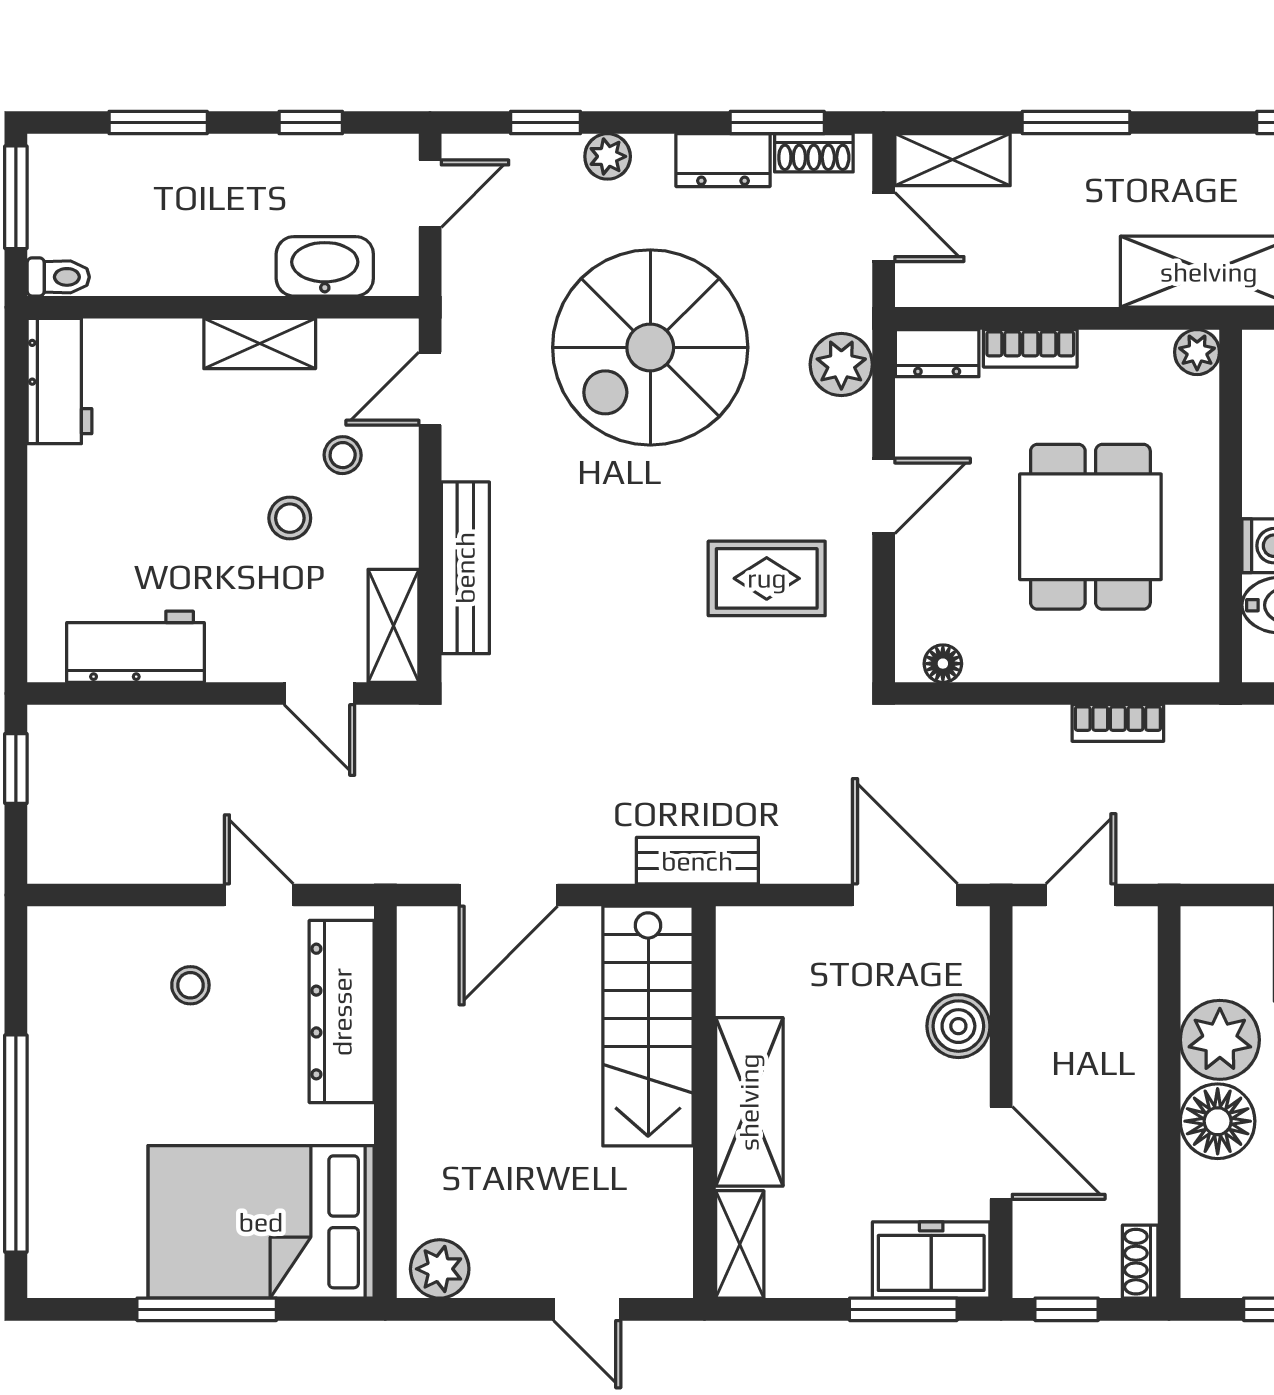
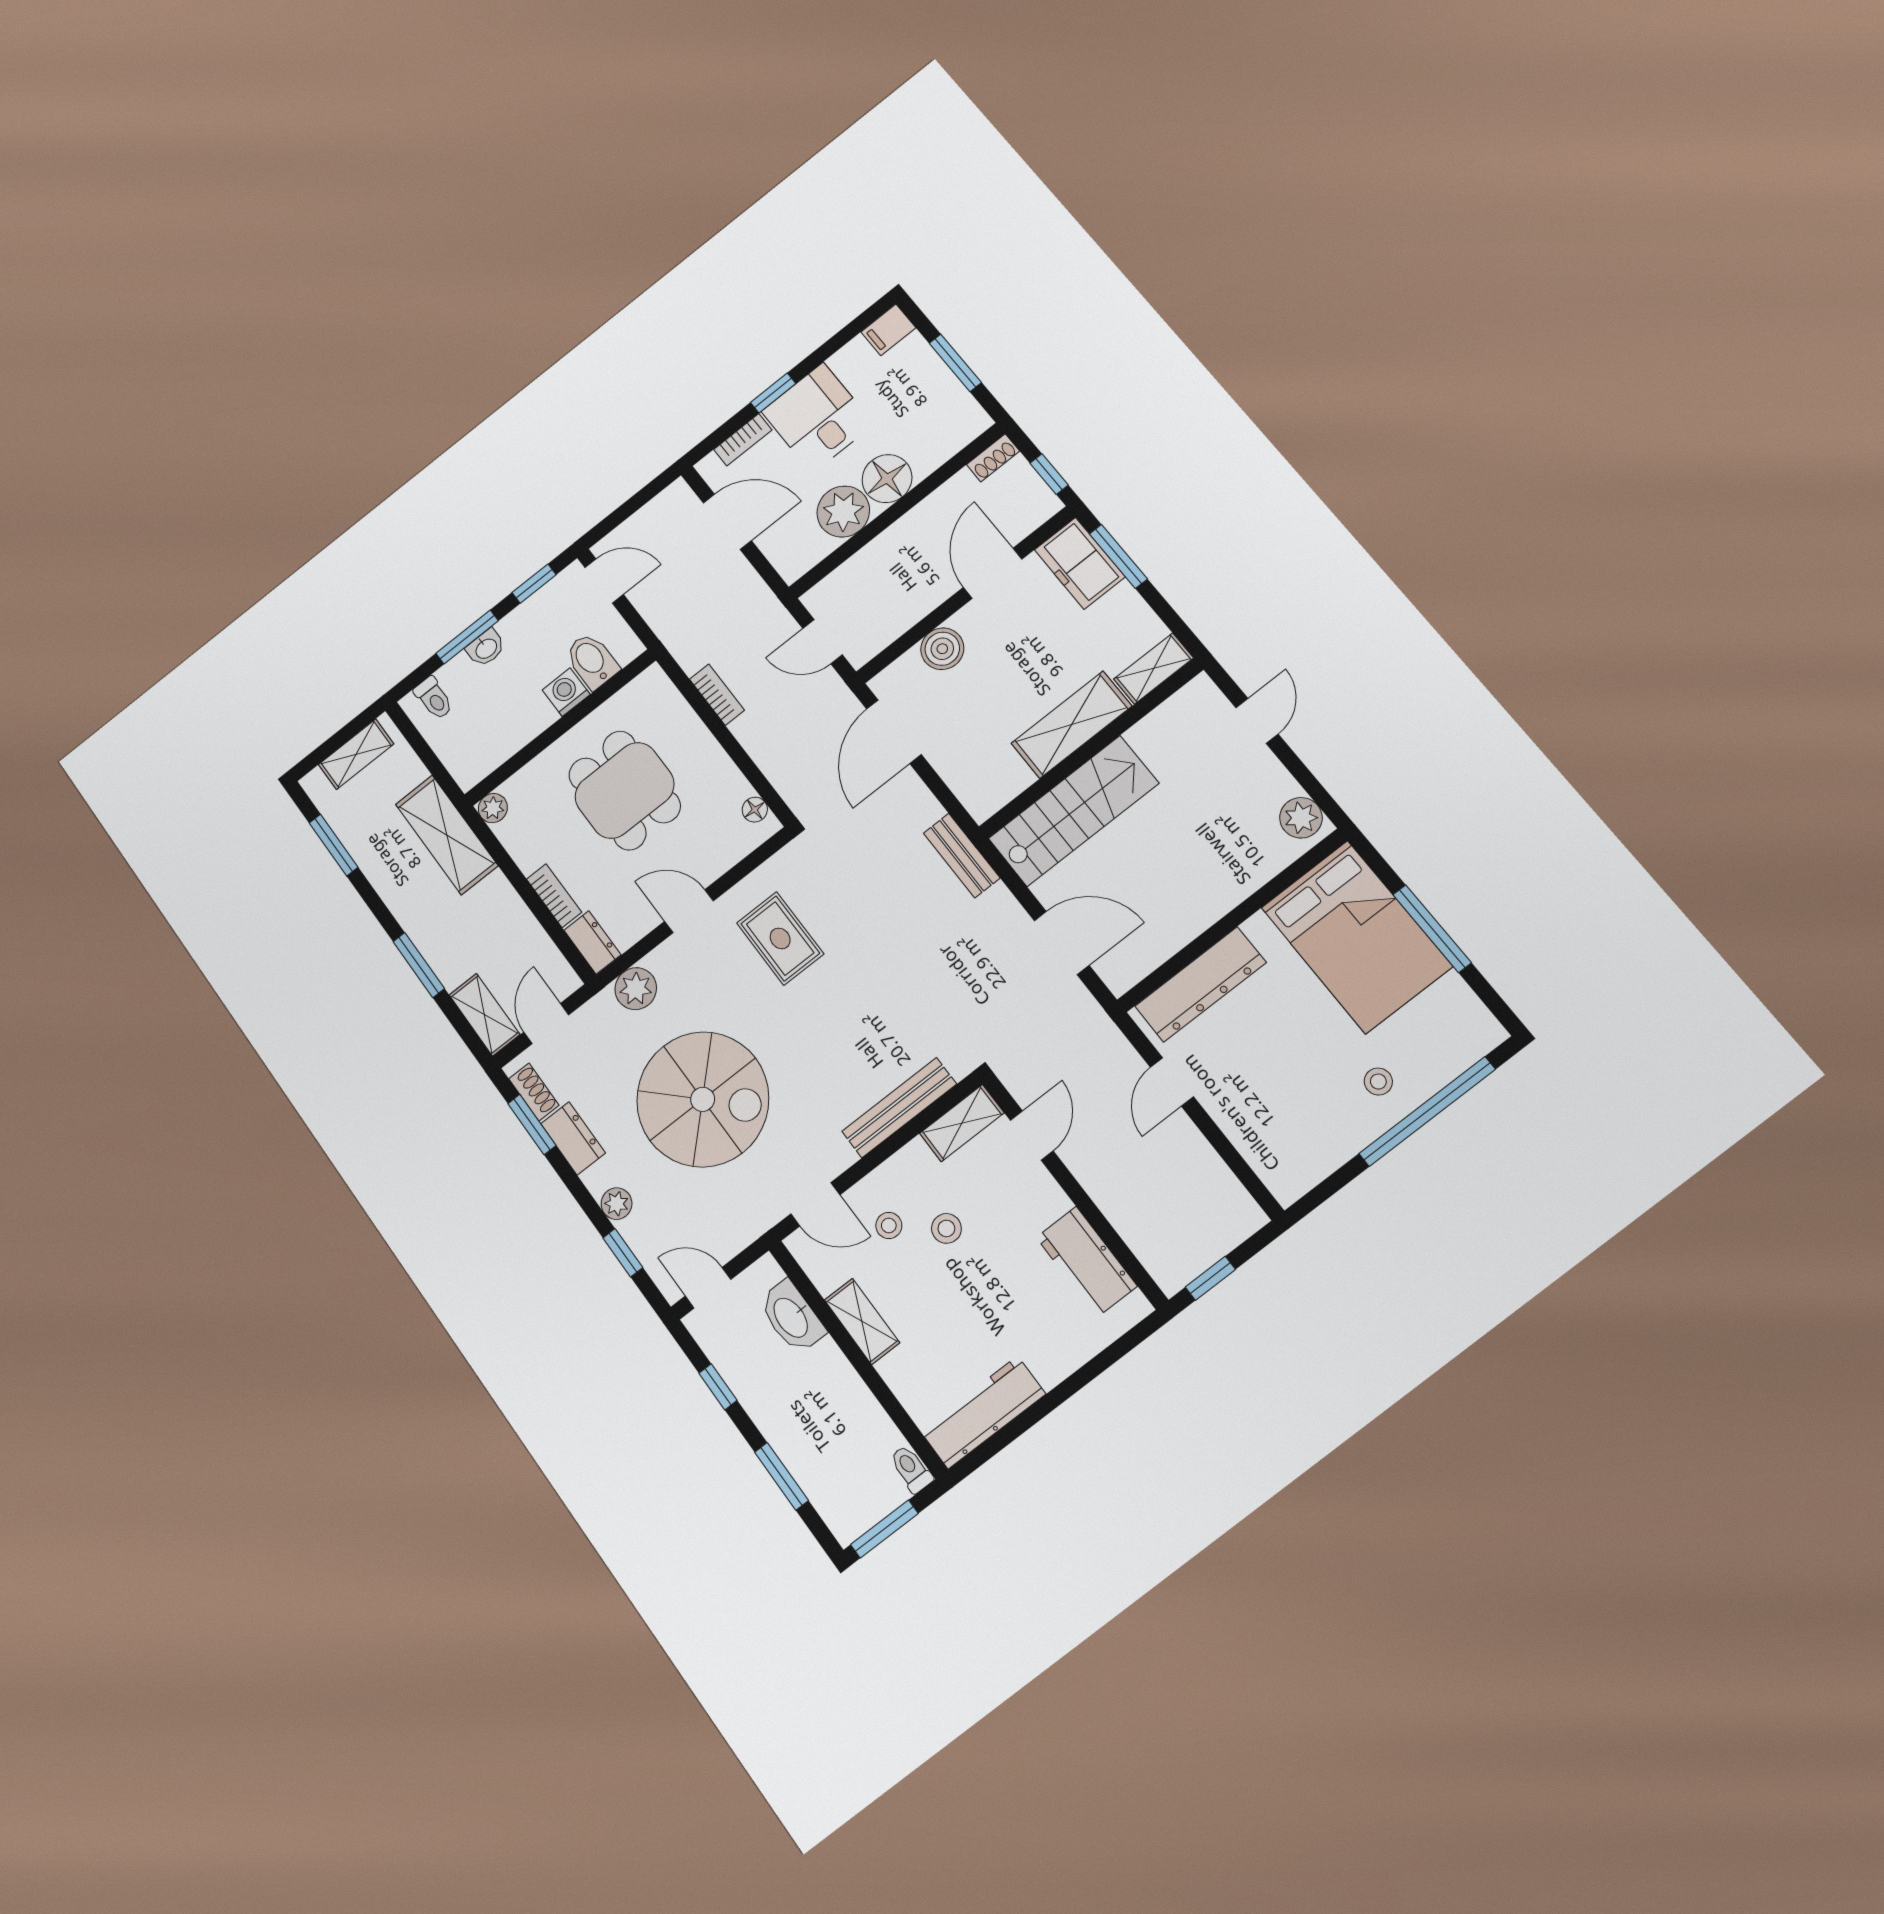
workbench: (59, 381) -> (983, 1412), width x1.38
dining table: (1090, 527) -> (624, 790), turned 90
stool: (190, 985) -> (1378, 1082), moved

